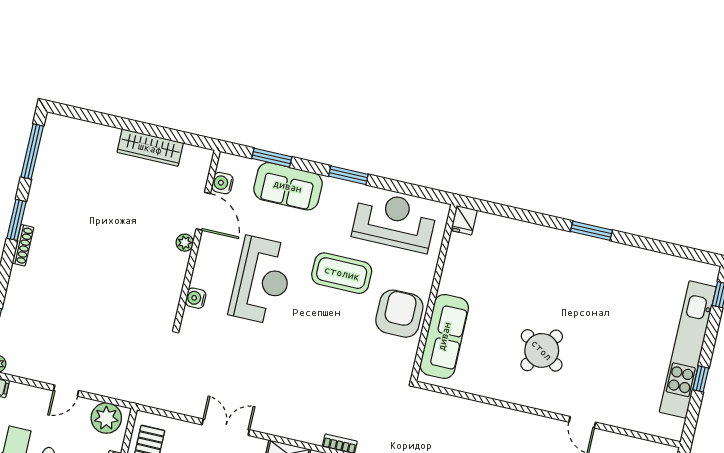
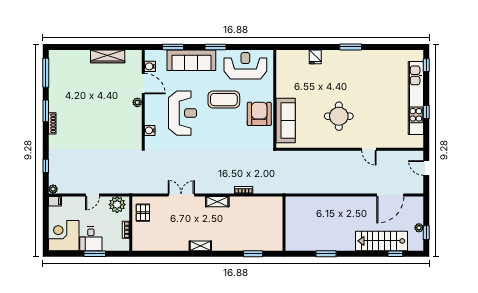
sofa: (288, 186) -> (191, 60), width x1.36
fridge: (464, 220) -> (315, 57), moved
round table: (542, 350) -> (339, 116), turned -33

